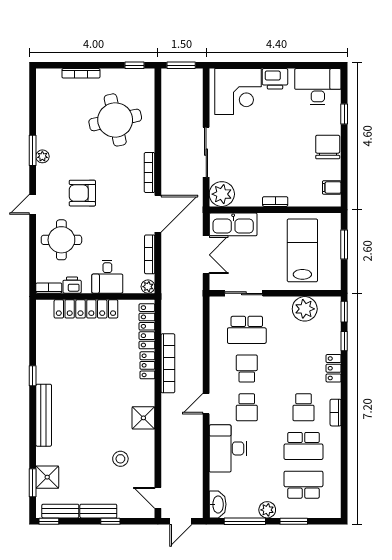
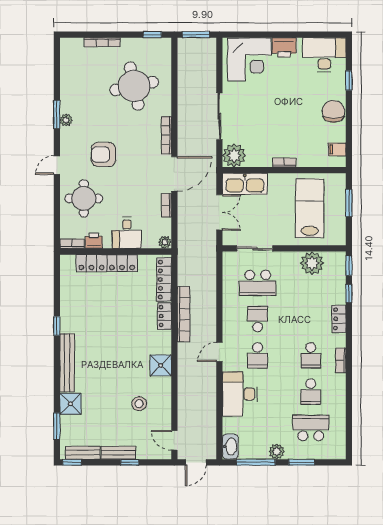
bookcase: (150, 254) -> (167, 205), width x0.64
school desk: (303, 446) -> (311, 392), width x0.54
shower: (47, 477) -> (70, 404), moved

